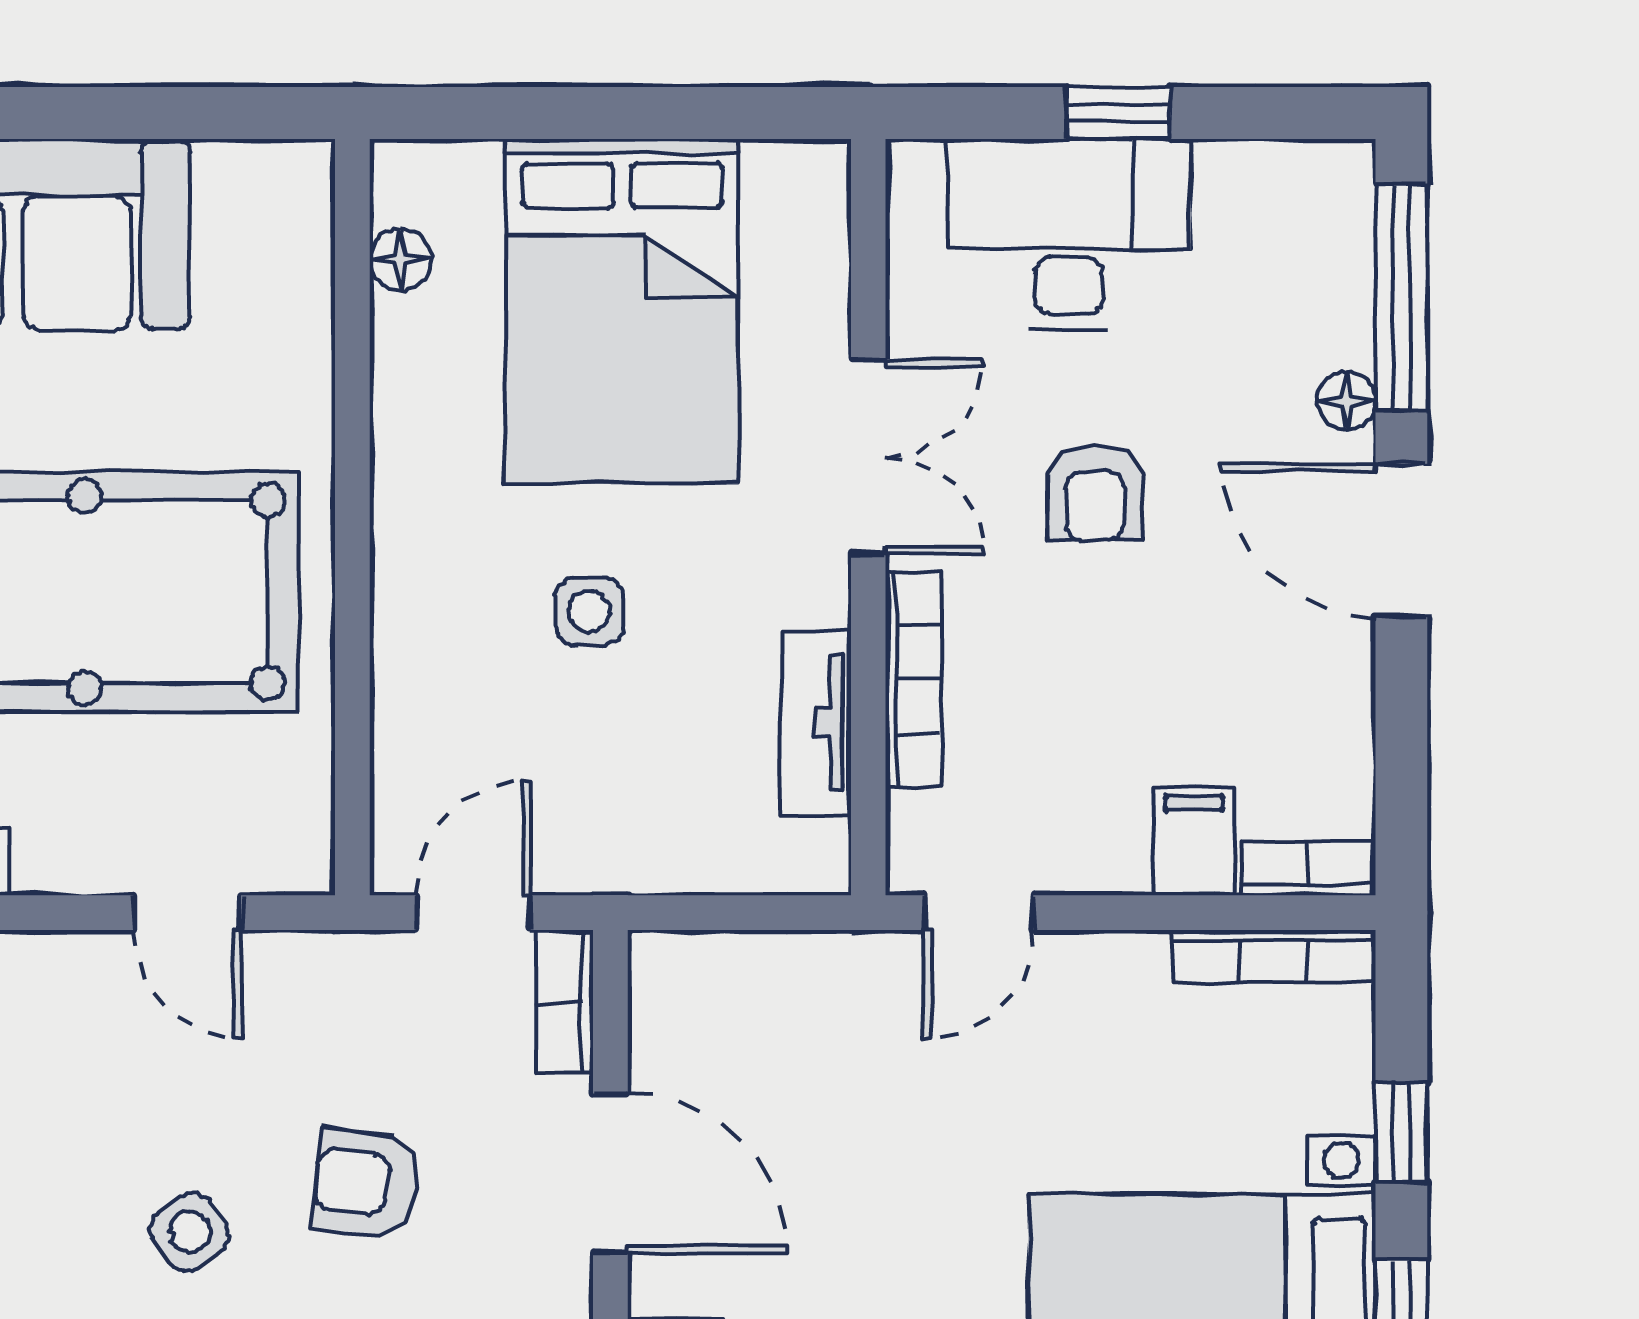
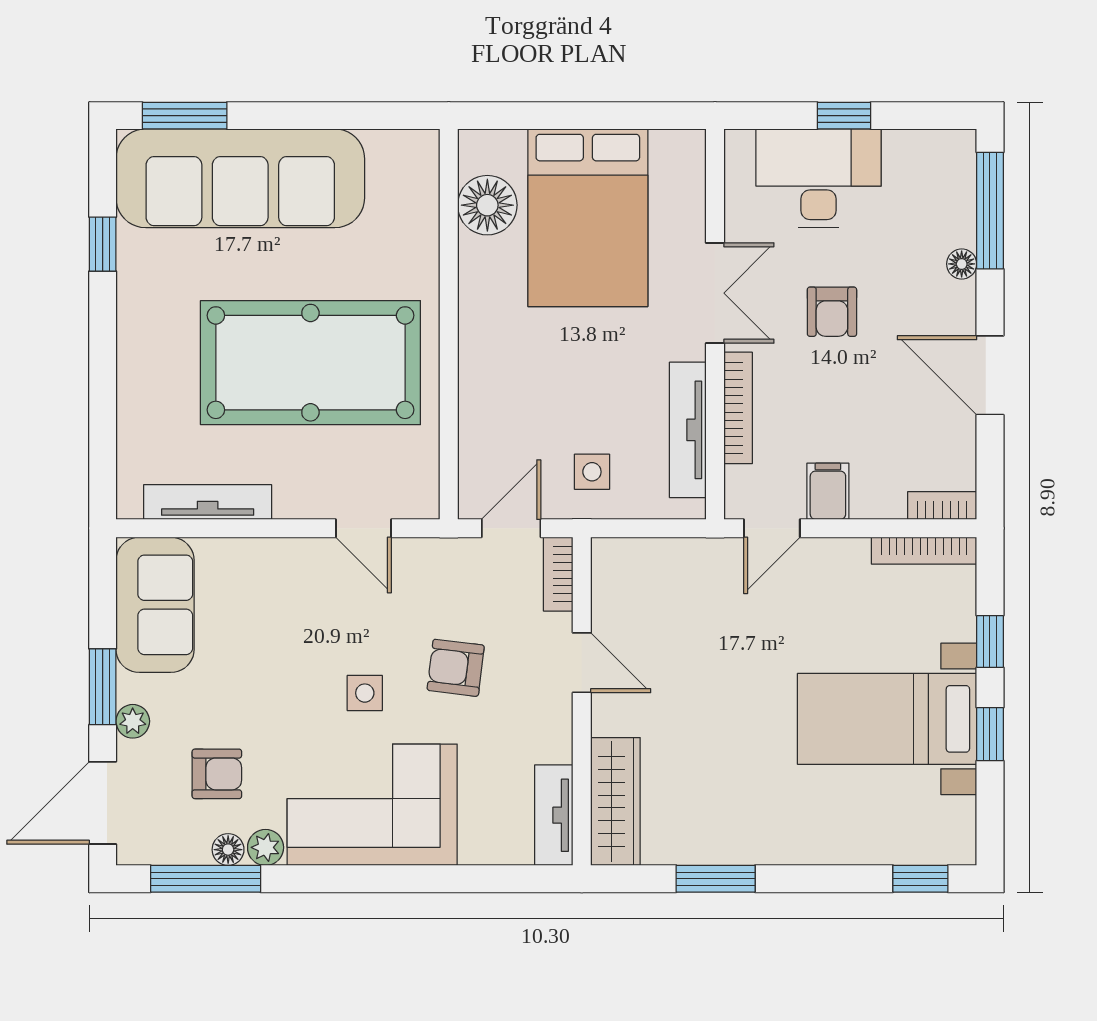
floor lamp: (400, 259) -> (487, 205), width x1.89, depth x1.89
door: (1401, 541) -> (990, 375), moved
side table: (589, 611) -> (592, 472), moved
tv unit: (816, 722) -> (688, 430), width x1.41
filing cabinet: (1194, 841) -> (828, 491), moved
door: (610, 1173) -> (582, 663), width x0.73
side table: (190, 1232) -> (365, 693), turned 34

